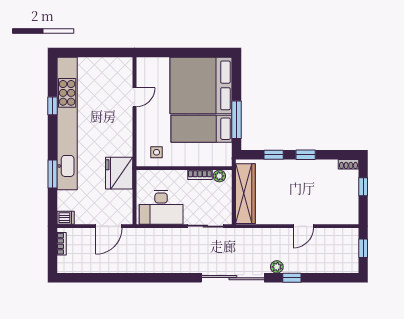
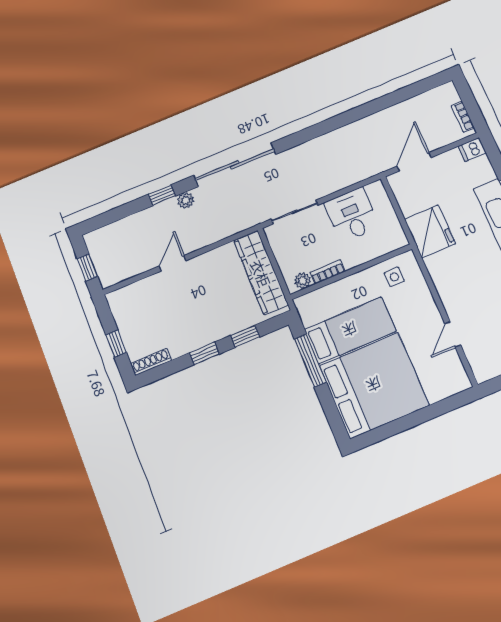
shoe rack: (348, 164) -> (151, 362), width x1.43
desk: (161, 207) -> (352, 215), width x0.73

